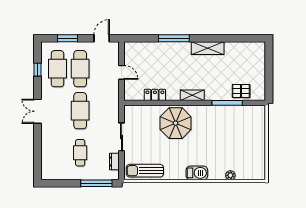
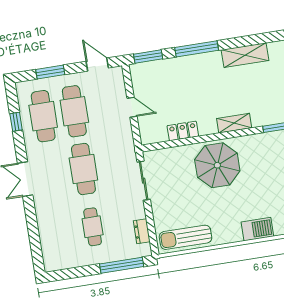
door: (102, 38) -> (97, 65), hinge flipped
window: (139, 38) -> (148, 57), added
sliding door: (121, 137) -> (144, 181), moved

